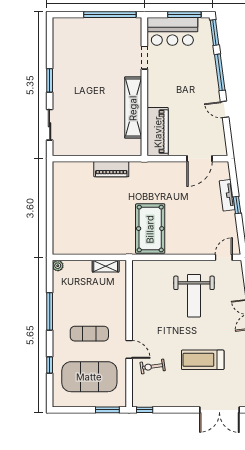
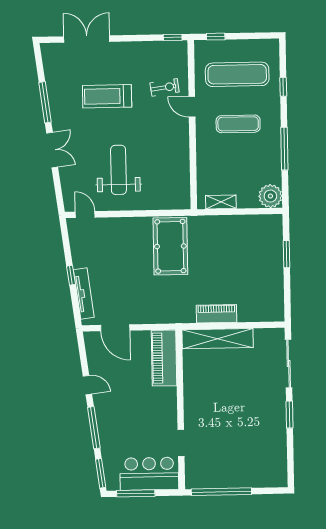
shelving: (133, 108) -> (218, 339), moved, turned 90
sliding door: (50, 125) -> (289, 364), width x1.37
door: (199, 159) -> (115, 328), swing flipped
tv unit: (227, 195) -> (84, 293), width x1.41
window: (50, 220) -> (286, 254), added
door: (224, 257) -> (85, 215), swing flipped
plant: (58, 266) -> (270, 196), width x1.88, depth x1.88
treadmill: (203, 360) -> (107, 96), turned 180
exercise mat: (89, 377) -> (237, 74), width x0.68
window: (107, 410) -> (216, 37), width x0.67

